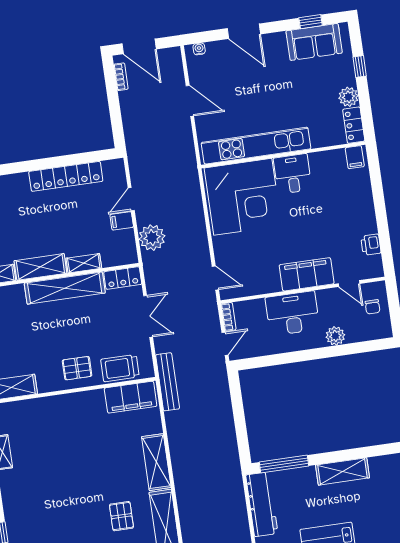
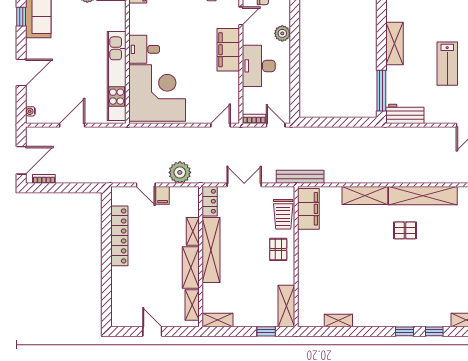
workbench: (262, 504) -> (405, 114), width x0.73

